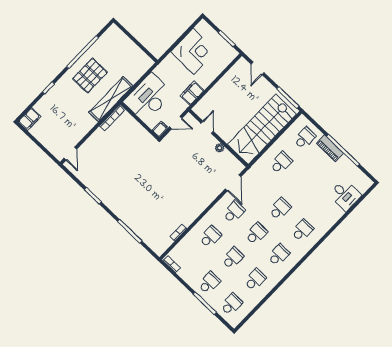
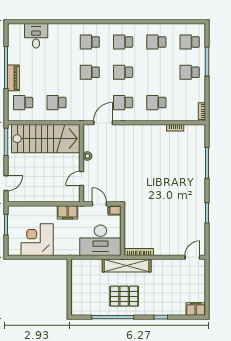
school desk: (233, 258) -> (156, 72), removed

